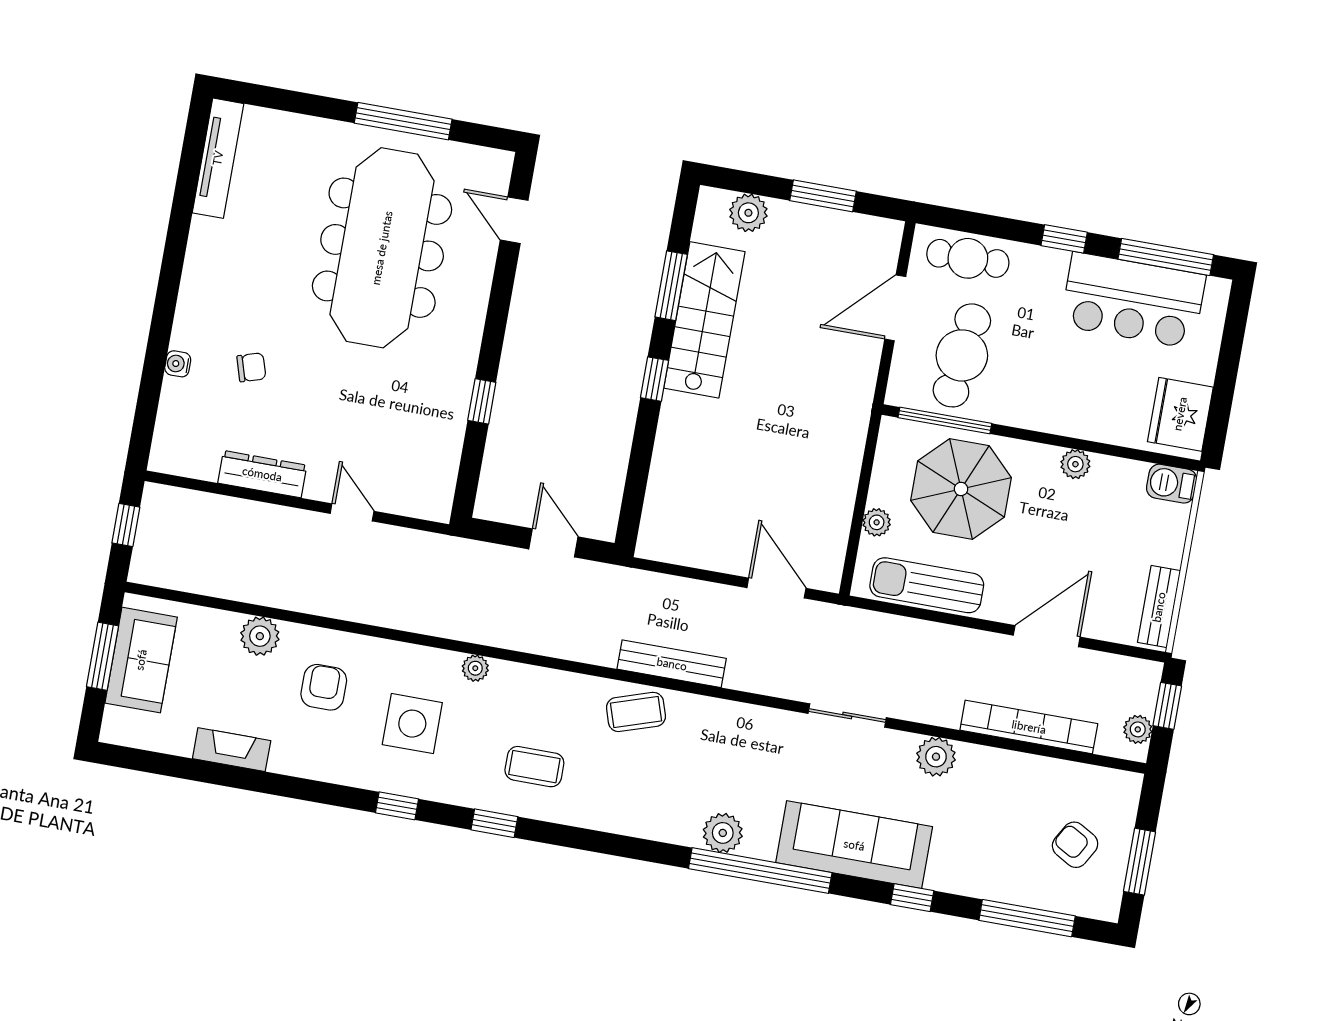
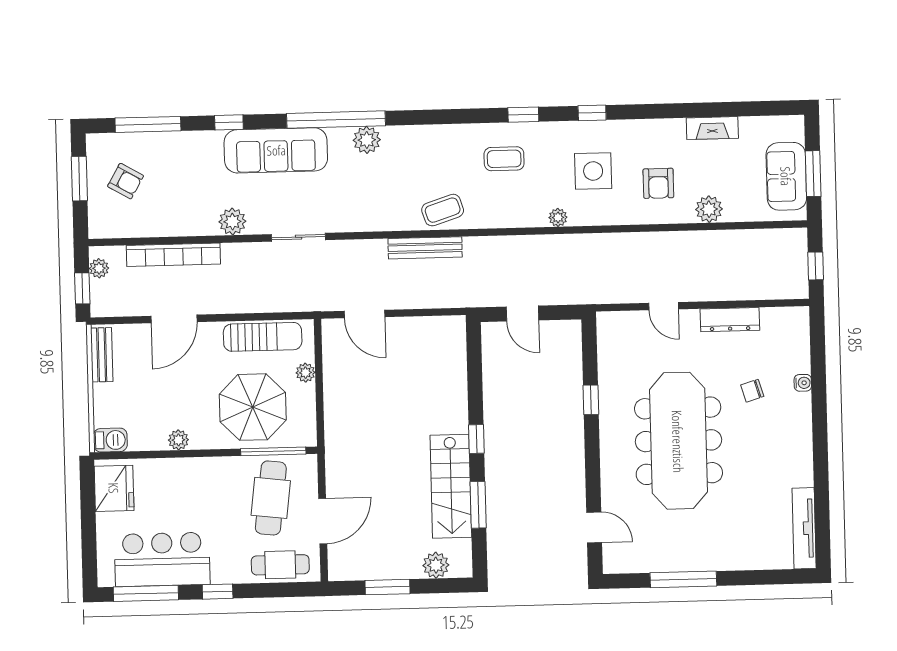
meeting table: (382, 248) -> (678, 441), moved

